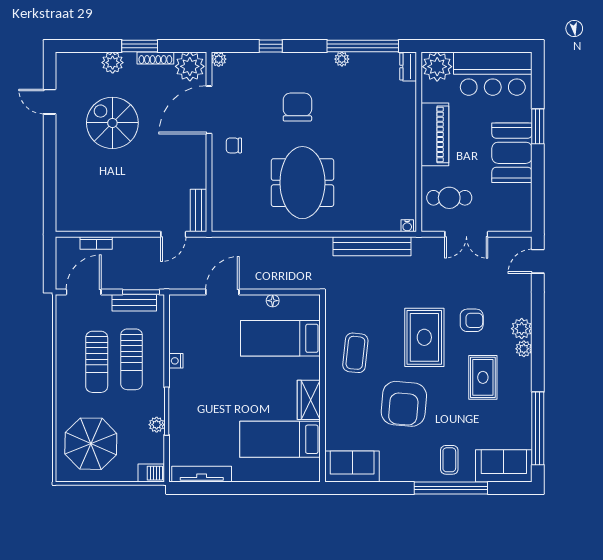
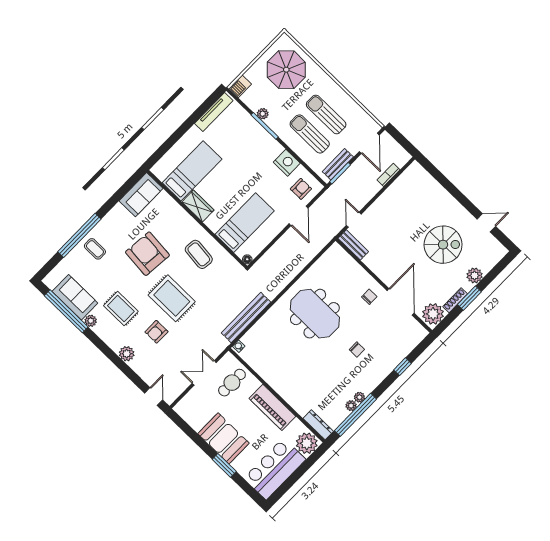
plant: (219, 59) -> (351, 406), moved
dresser: (408, 67) -> (318, 425), width x1.44
chair: (297, 107) -> (357, 349), width x0.54, depth x0.54
floor lamp: (273, 301) -> (247, 259), moved
armchair: (194, 315) -> (301, 189), added
plant: (524, 349) -> (91, 321), moved
nightstand: (176, 361) -> (287, 163), width x1.89, depth x1.79
sofa: (504, 466) -> (75, 297), moved, turned -90

